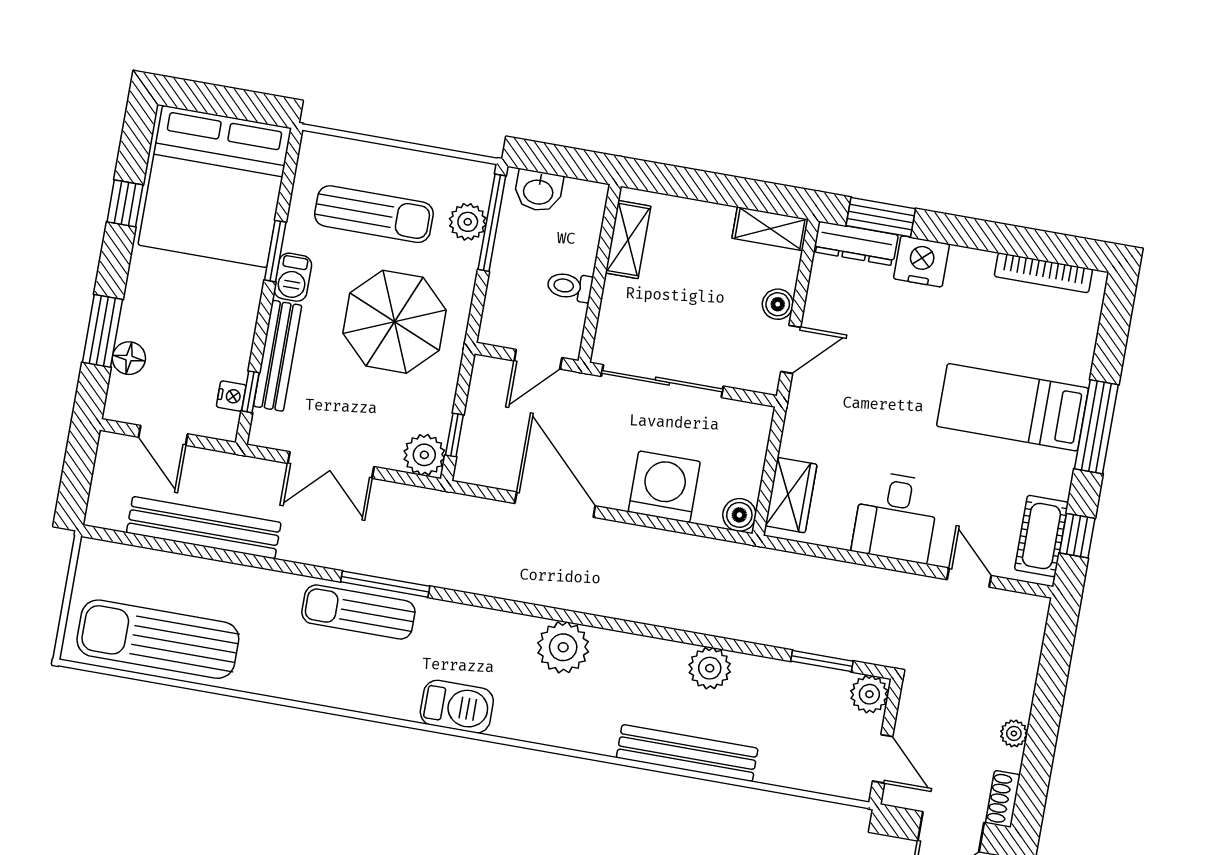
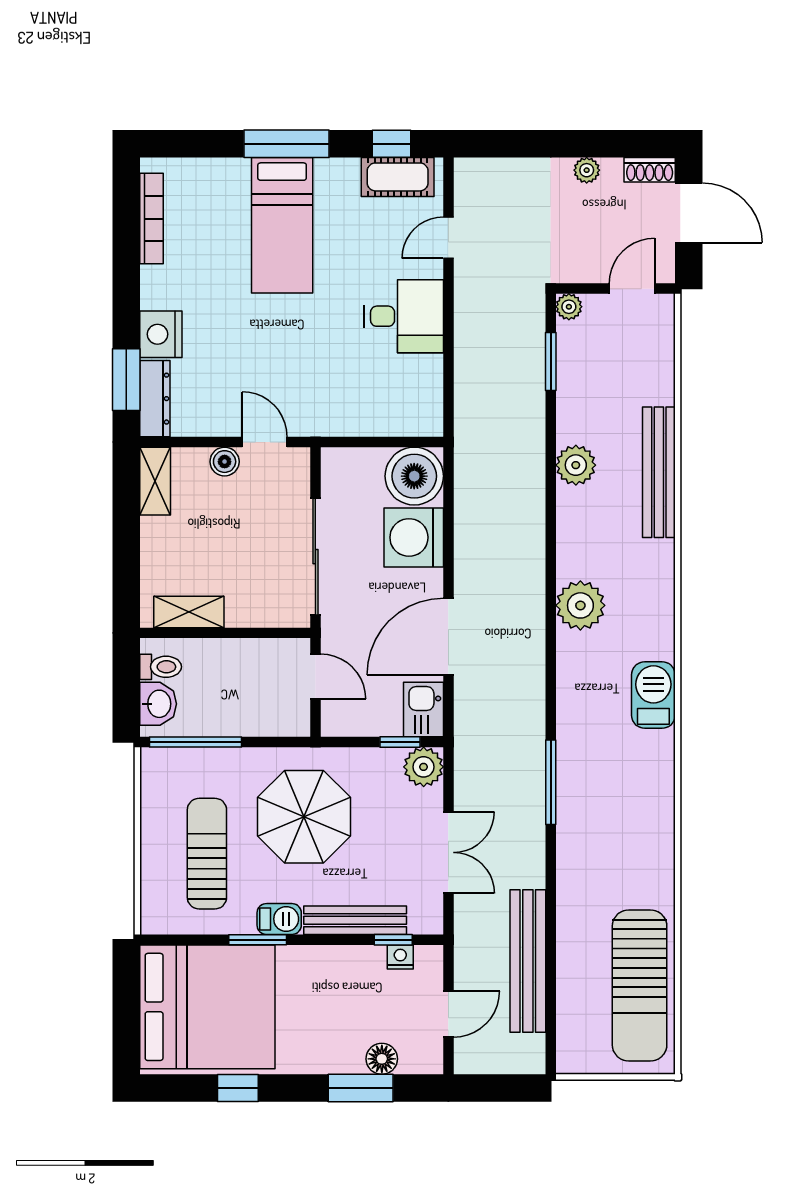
plant: (468, 222) -> (199, 765), removed
toilet: (570, 286) -> (161, 667), moved, turned -90
kitchen sink: (484, 465) -> (423, 709), added
wardrobe: (791, 495) -> (401, 418), removed
boiler: (739, 515) -> (414, 476), width x1.86, depth x1.86
sun lounger: (358, 612) -> (581, 803), removed
plant: (869, 694) -> (569, 307), width x0.73, depth x0.73

